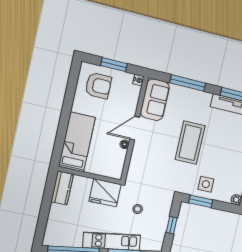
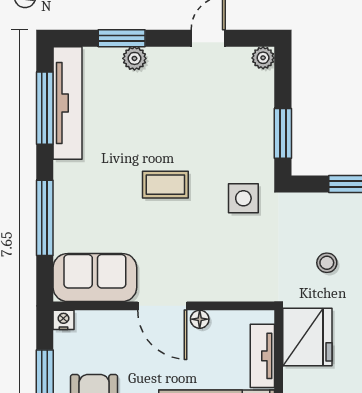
coffee table: (190, 143) -> (165, 185), width x0.54, depth x0.58
tv unit: (101, 170) -> (262, 356), added
side table: (206, 184) -> (243, 198), moved

